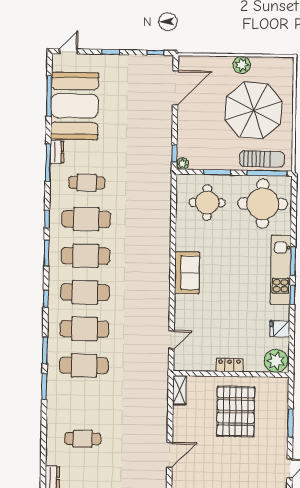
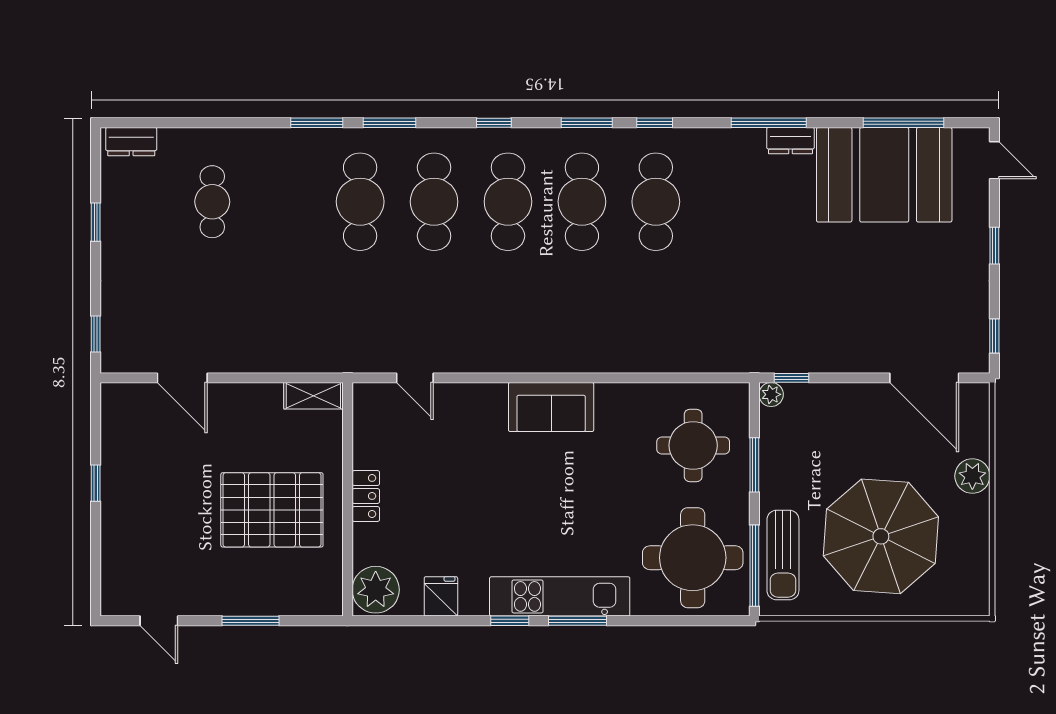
plant: (242, 65) -> (972, 476), moved
cafe table: (87, 183) -> (730, 202), removed

